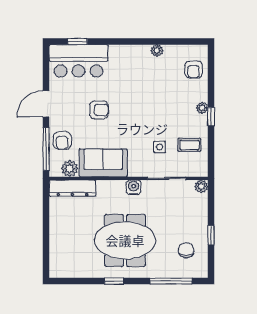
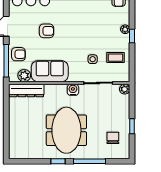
armchair: (62, 141) -> (18, 54), turned -90
meeting table: (125, 240) -> (66, 130), turned 90
window: (171, 281) -> (90, 161), moved

